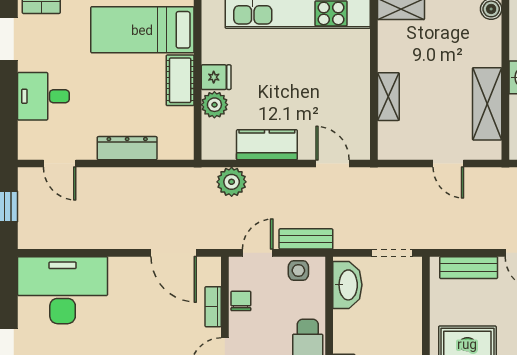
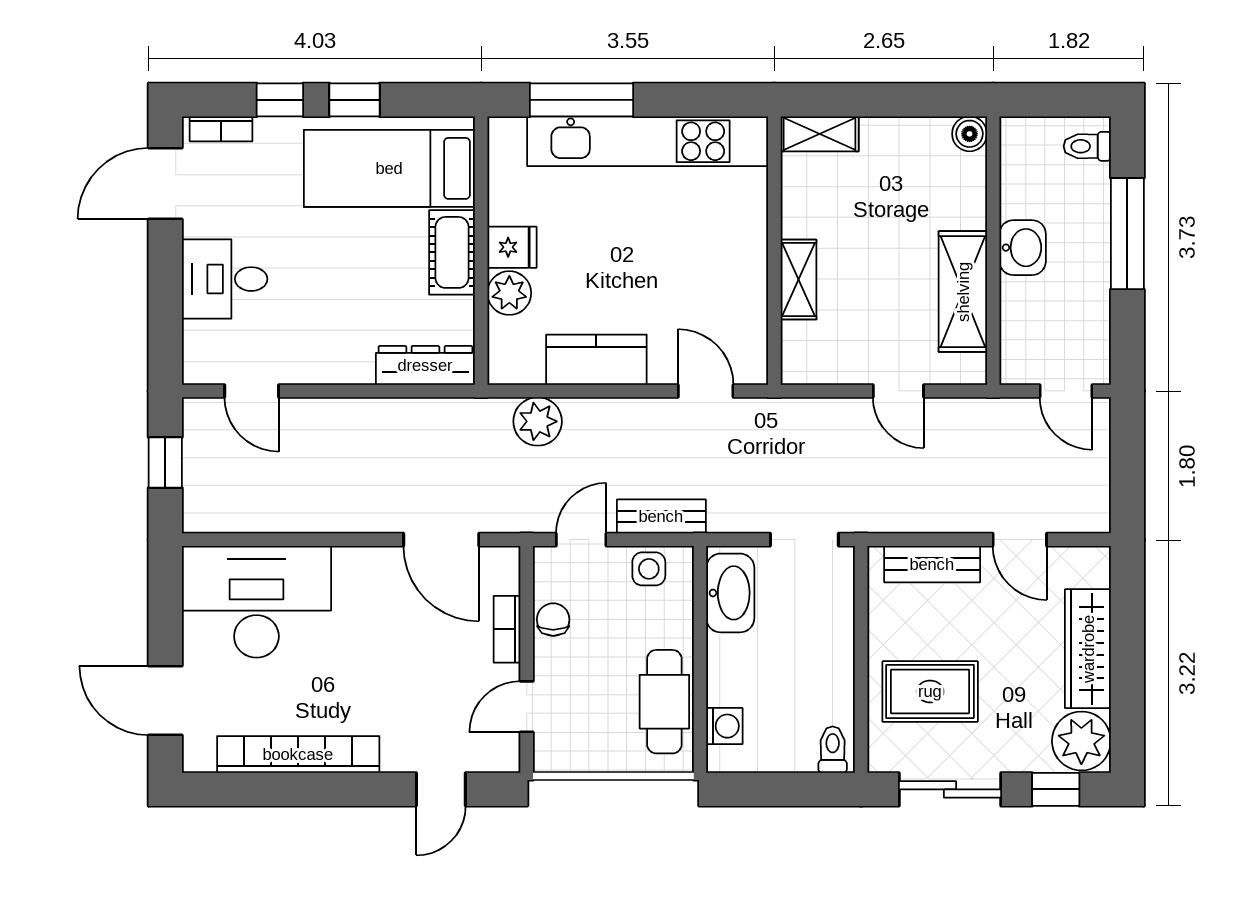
dresser: (127, 148) -> (425, 365), moved

